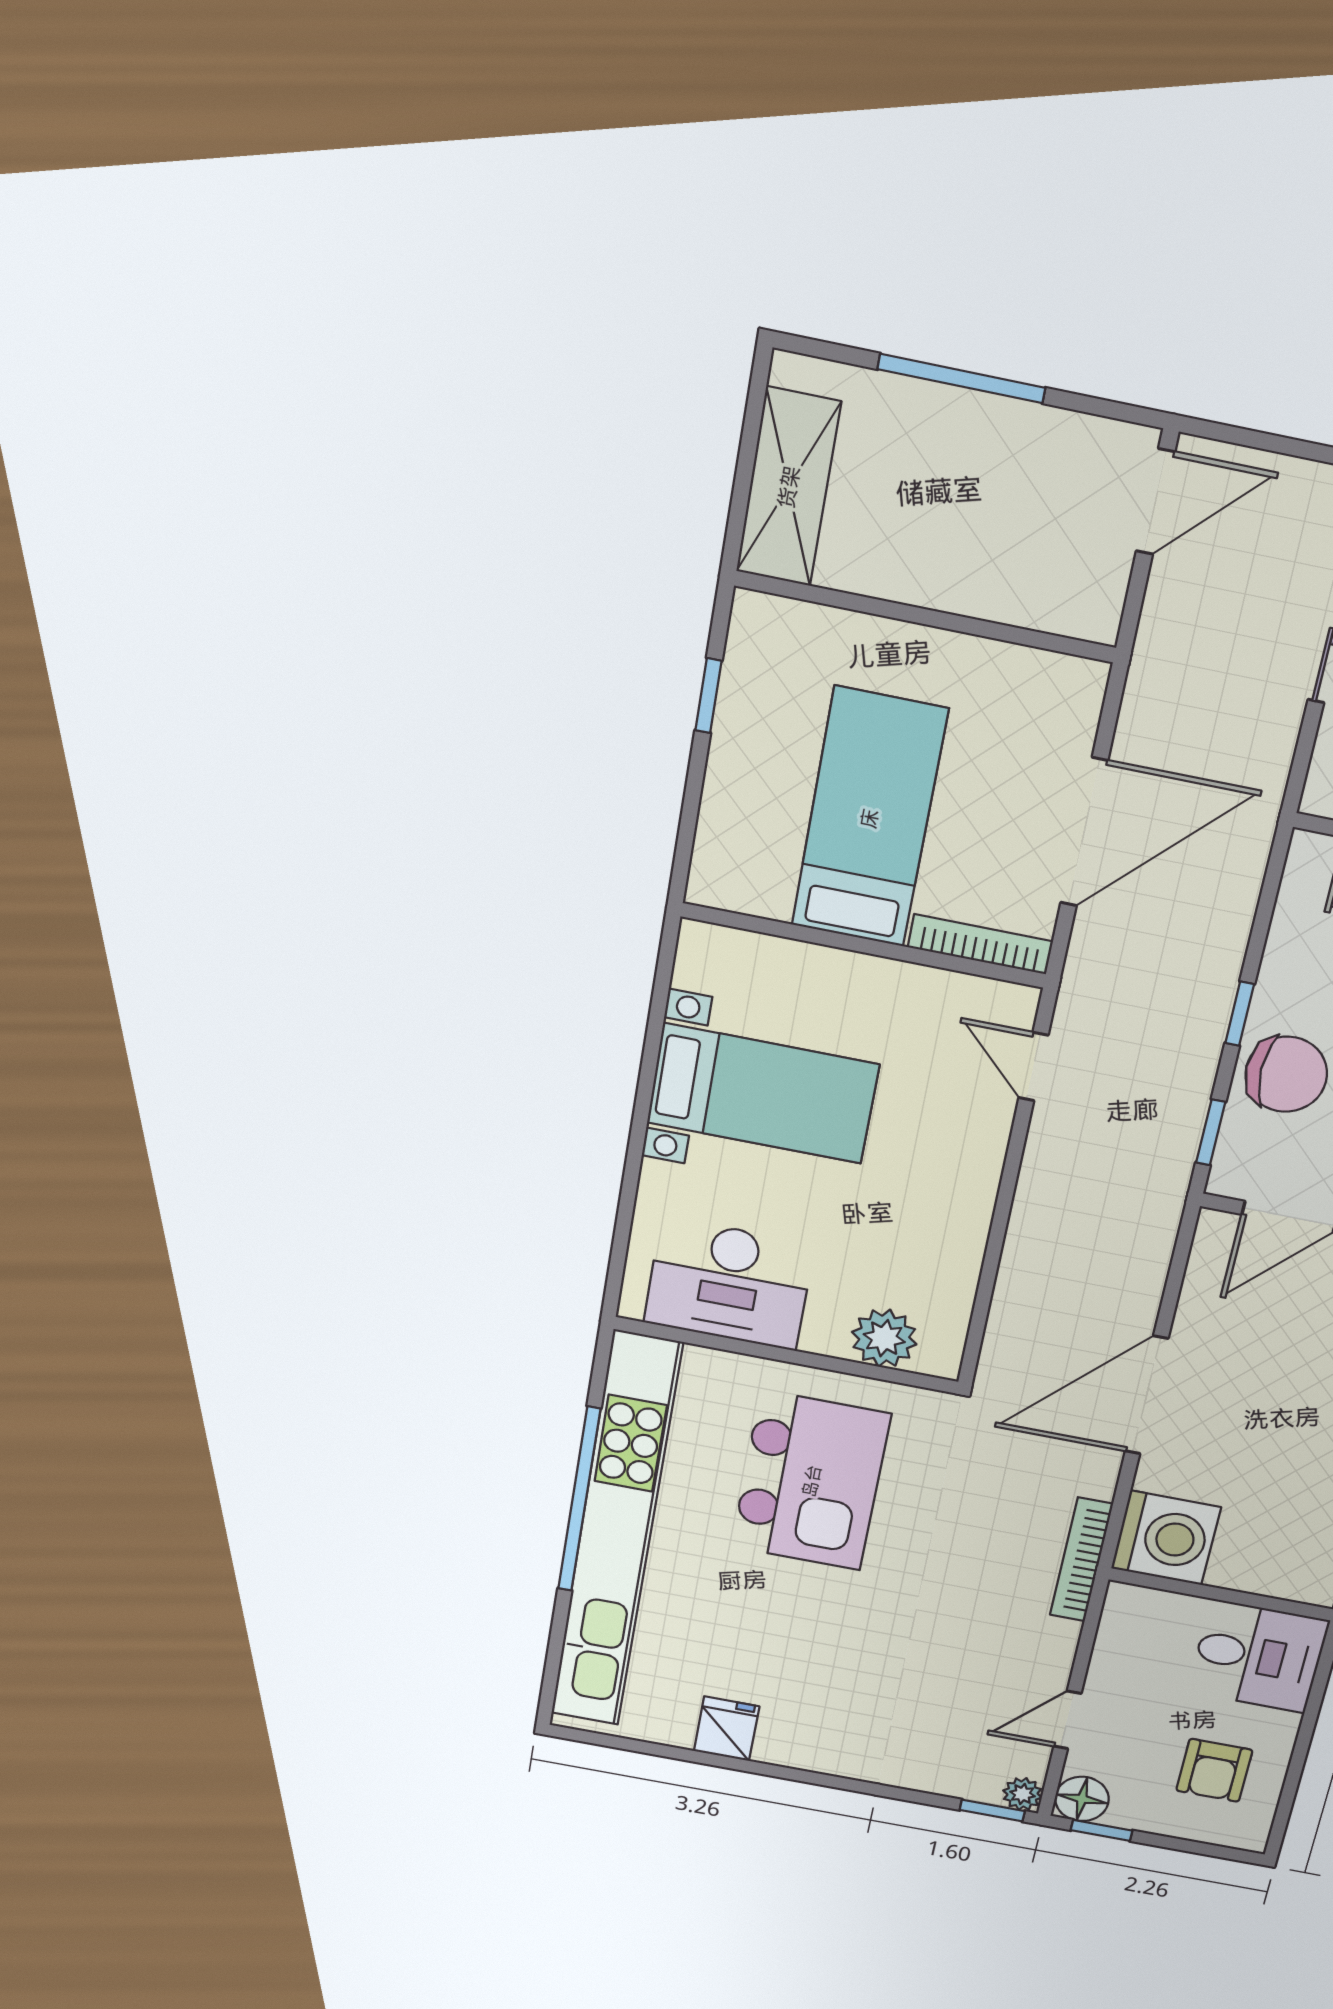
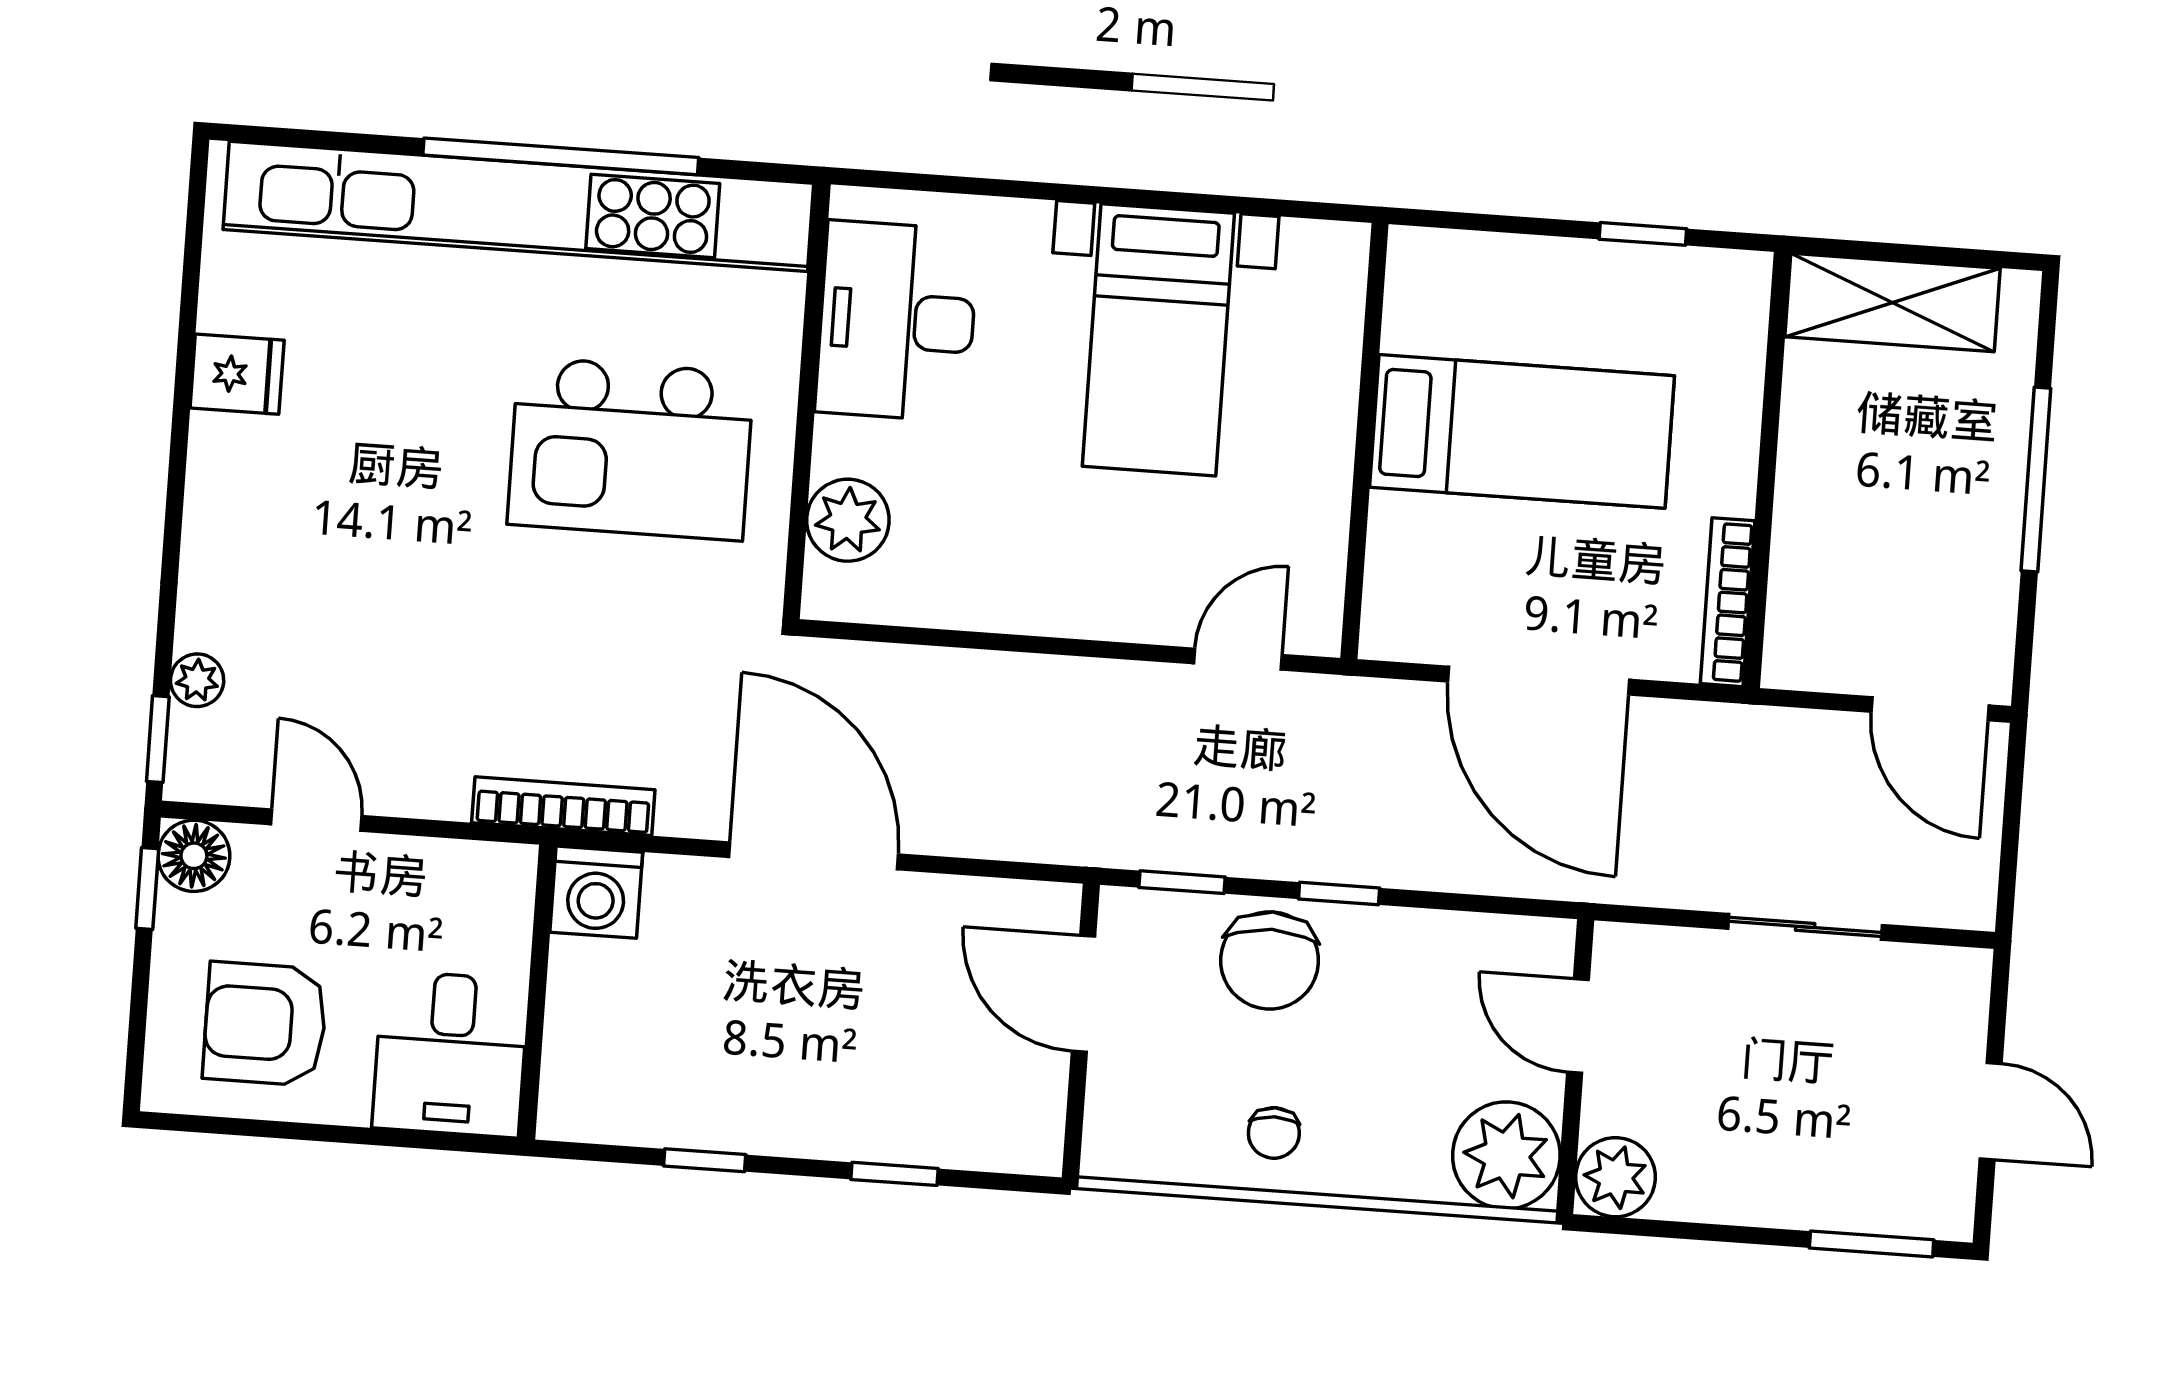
bookcase: (980, 944) -> (1728, 602), moved, turned 180
washing machine: (1166, 1538) -> (596, 892), width x0.73, depth x0.73
armchair: (1214, 1770) -> (265, 1024), width x1.38, depth x1.38
plant: (1022, 1794) -> (197, 680), moved

